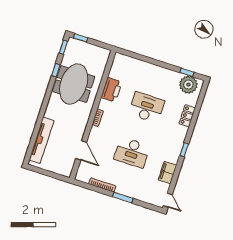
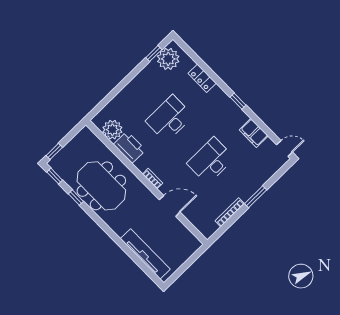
plant: (118, 71) -> (112, 130), added
door: (81, 150) -> (170, 206), moved
desk: (132, 152) -> (211, 161), turned 180

